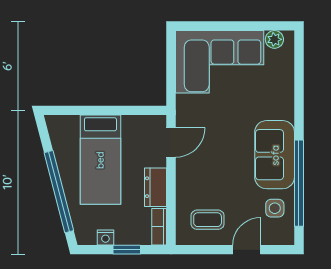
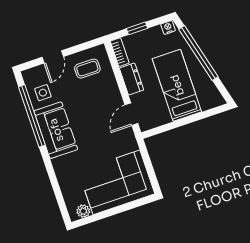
nightstand: (105, 237) -> (168, 27), moved

